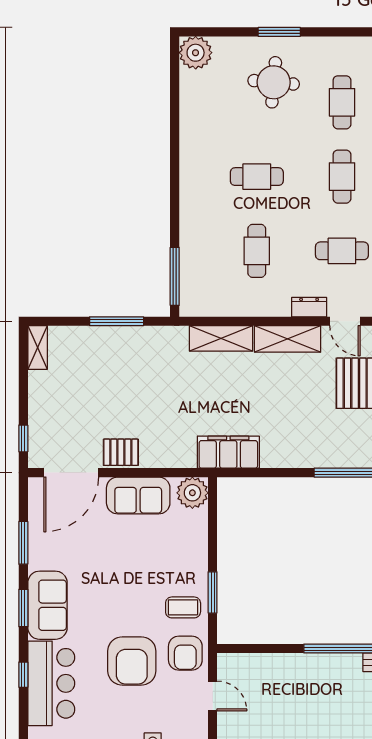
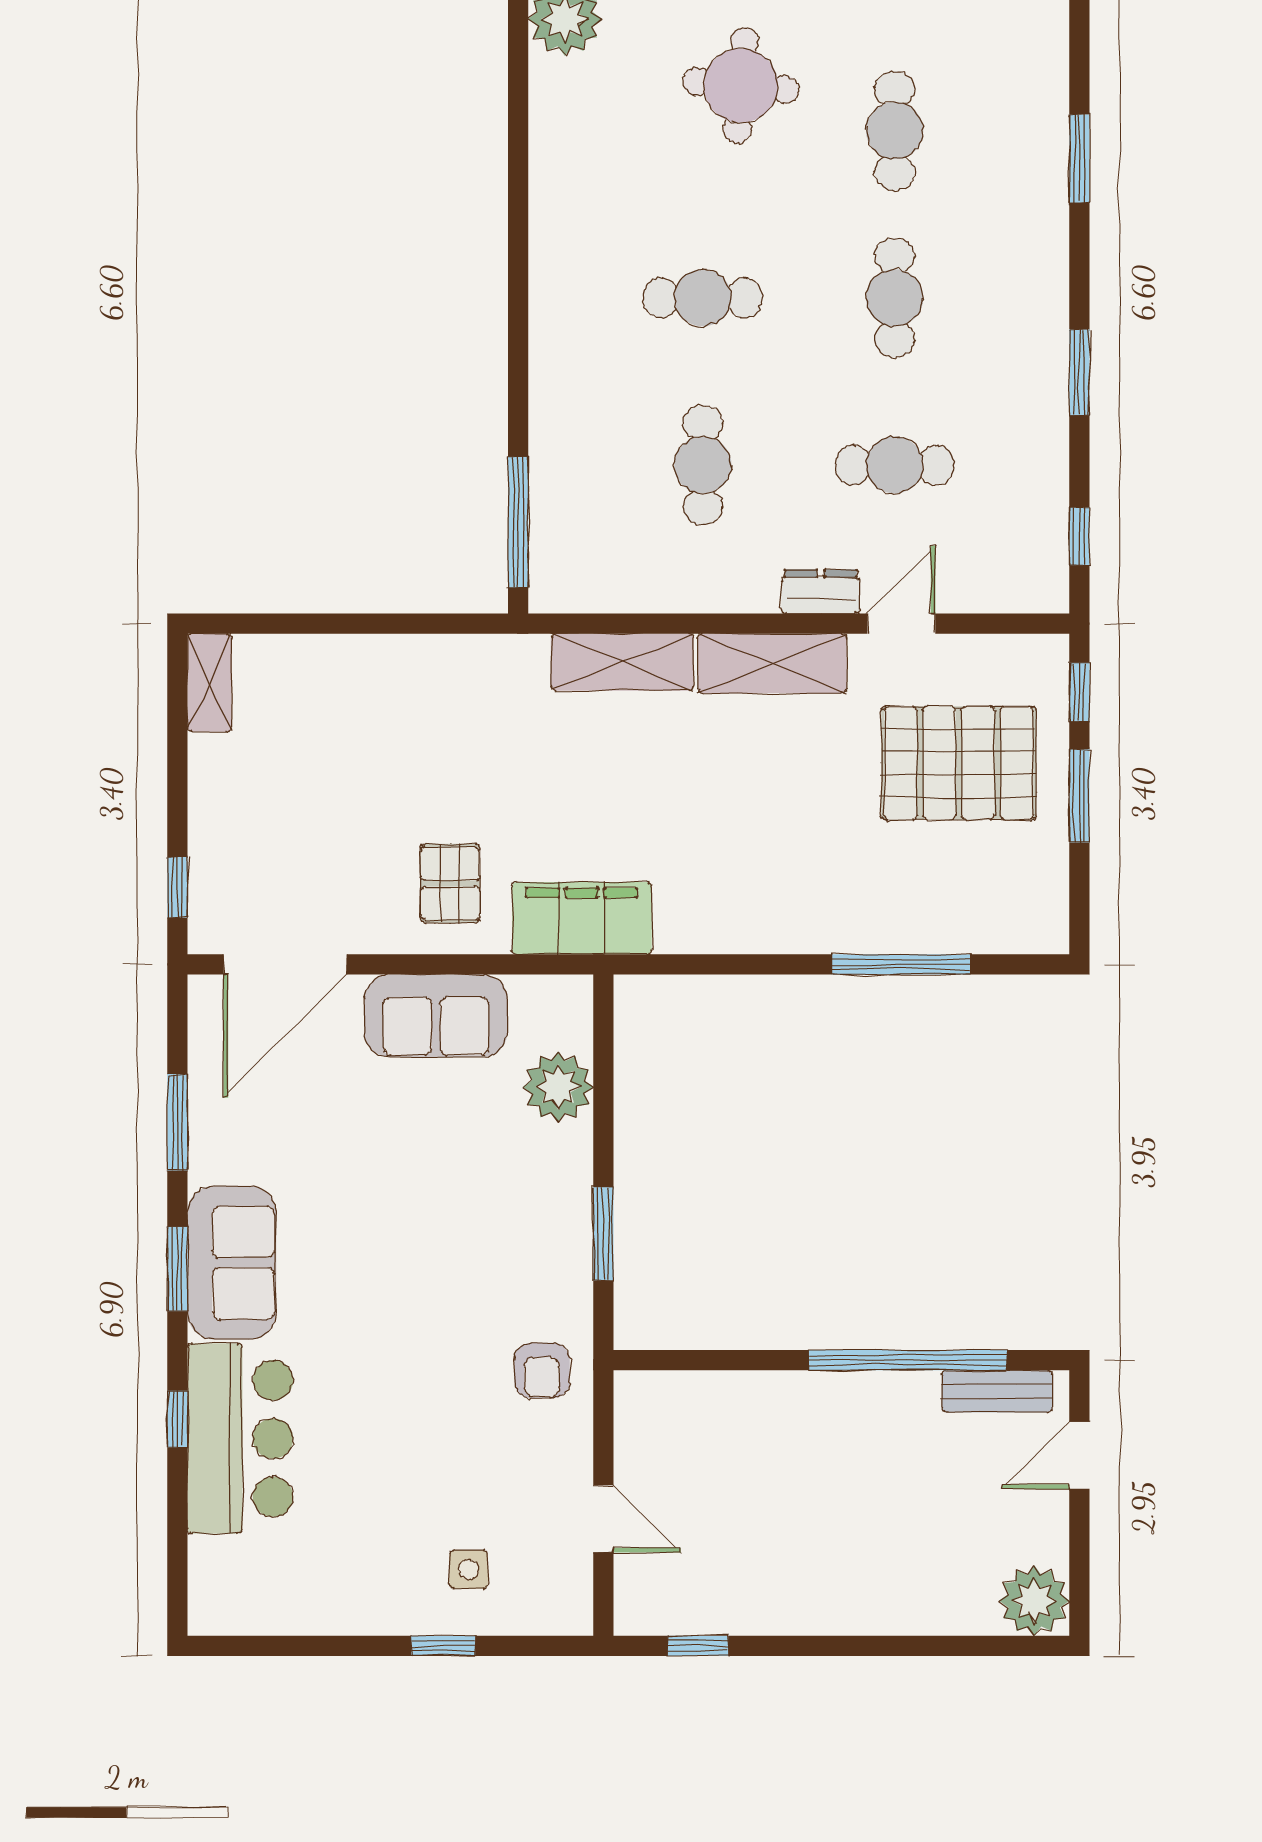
window: (117, 321) -> (387, 624), removed
door: (345, 321) -> (901, 624), swing flipped
pallet: (121, 452) -> (450, 883), moved, turned 90
filing cabinet: (228, 452) -> (582, 918), moved
plant: (192, 493) -> (558, 1087), moved
coffee table: (183, 607) -> (537, 1268), removed
armchair: (185, 653) -> (542, 1371), width x0.72, depth x0.72
armchair: (132, 661) -> (422, 1388), removed
door: (213, 696) -> (603, 1519), moved

